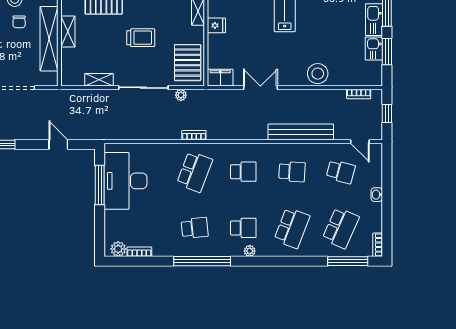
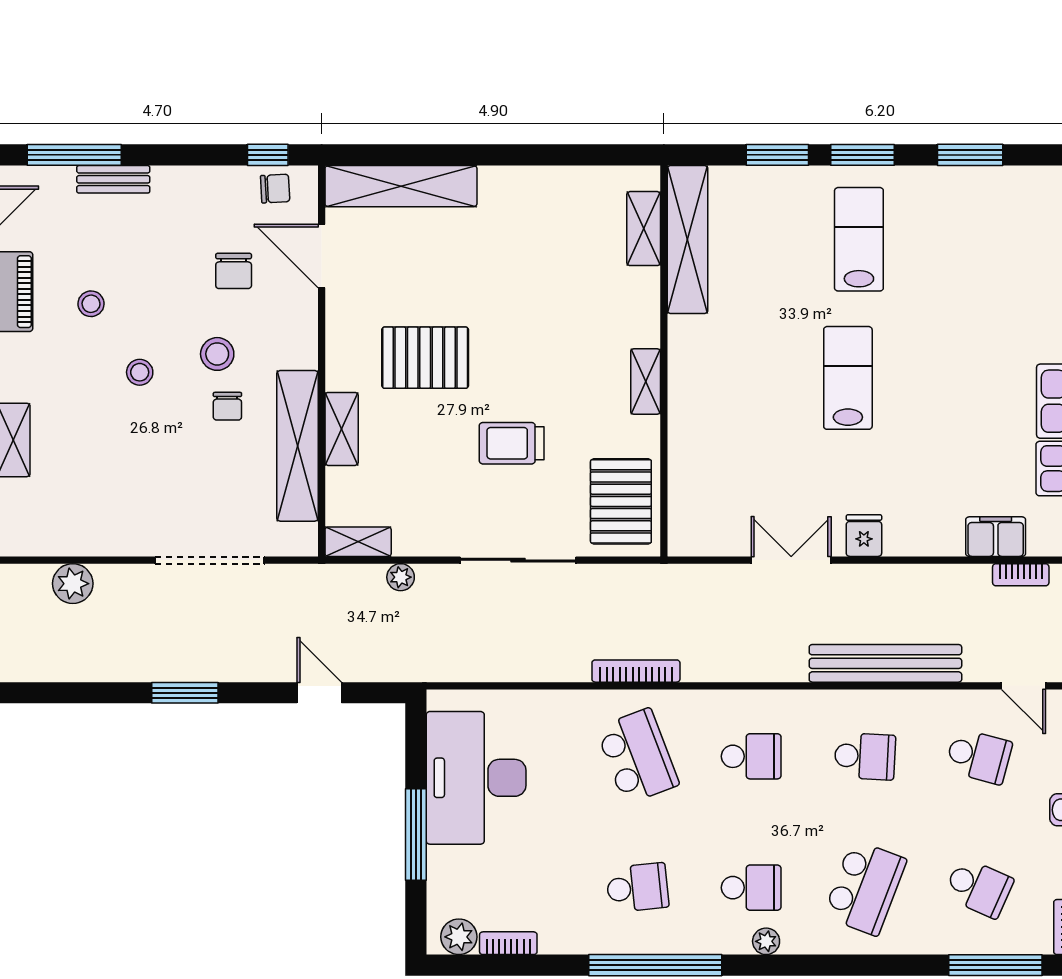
fridge: (216, 25) -> (864, 536), moved, turned -90
trolley: (141, 38) -> (512, 443), turned 180
stool: (318, 74) -> (925, 527), removed
filing cabinet: (220, 78) -> (996, 537), moved
shelving: (99, 80) -> (358, 542), moved
plant: (181, 95) -> (401, 577), moved
bookcase: (194, 135) -> (636, 671), width x1.56
school desk: (195, 172) -> (637, 756), turned -42
window: (100, 185) -> (416, 834), moved
school desk: (341, 228) -> (979, 888), width x0.54

